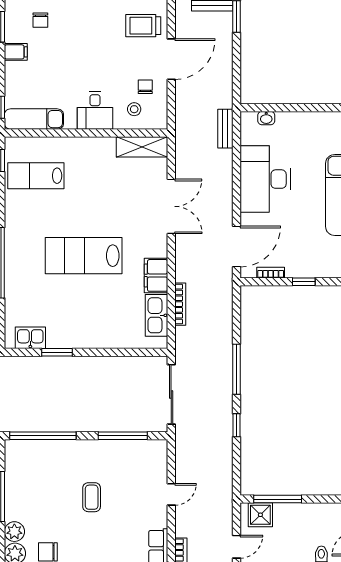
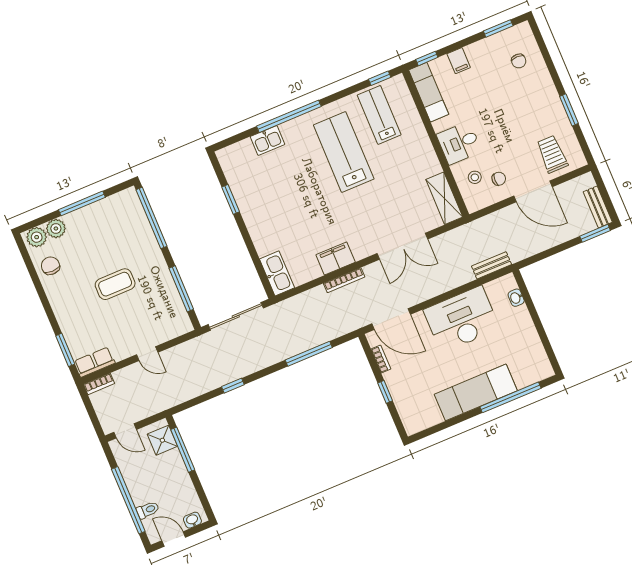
chair: (40, 20) -> (519, 61), turned -90
filing cabinet: (16, 52) -> (459, 61), moved
lab bench: (84, 256) -> (344, 152), moved
bookcase: (180, 304) -> (344, 280), moved
kitchen sink: (156, 315) -> (277, 273), moved, turned 90
kitchen sink: (30, 338) -> (267, 140), moved, turned 90
window: (236, 369) -> (309, 354), moved
coffee table: (92, 497) -> (115, 284), width x1.36, depth x1.30

